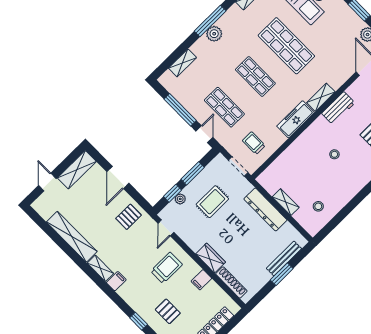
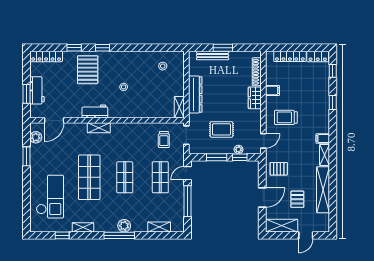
freezer: (296, 119) -> (126, 129), removed
shelving: (286, 202) -> (179, 107), moved
pallet: (168, 311) -> (297, 199), moved

